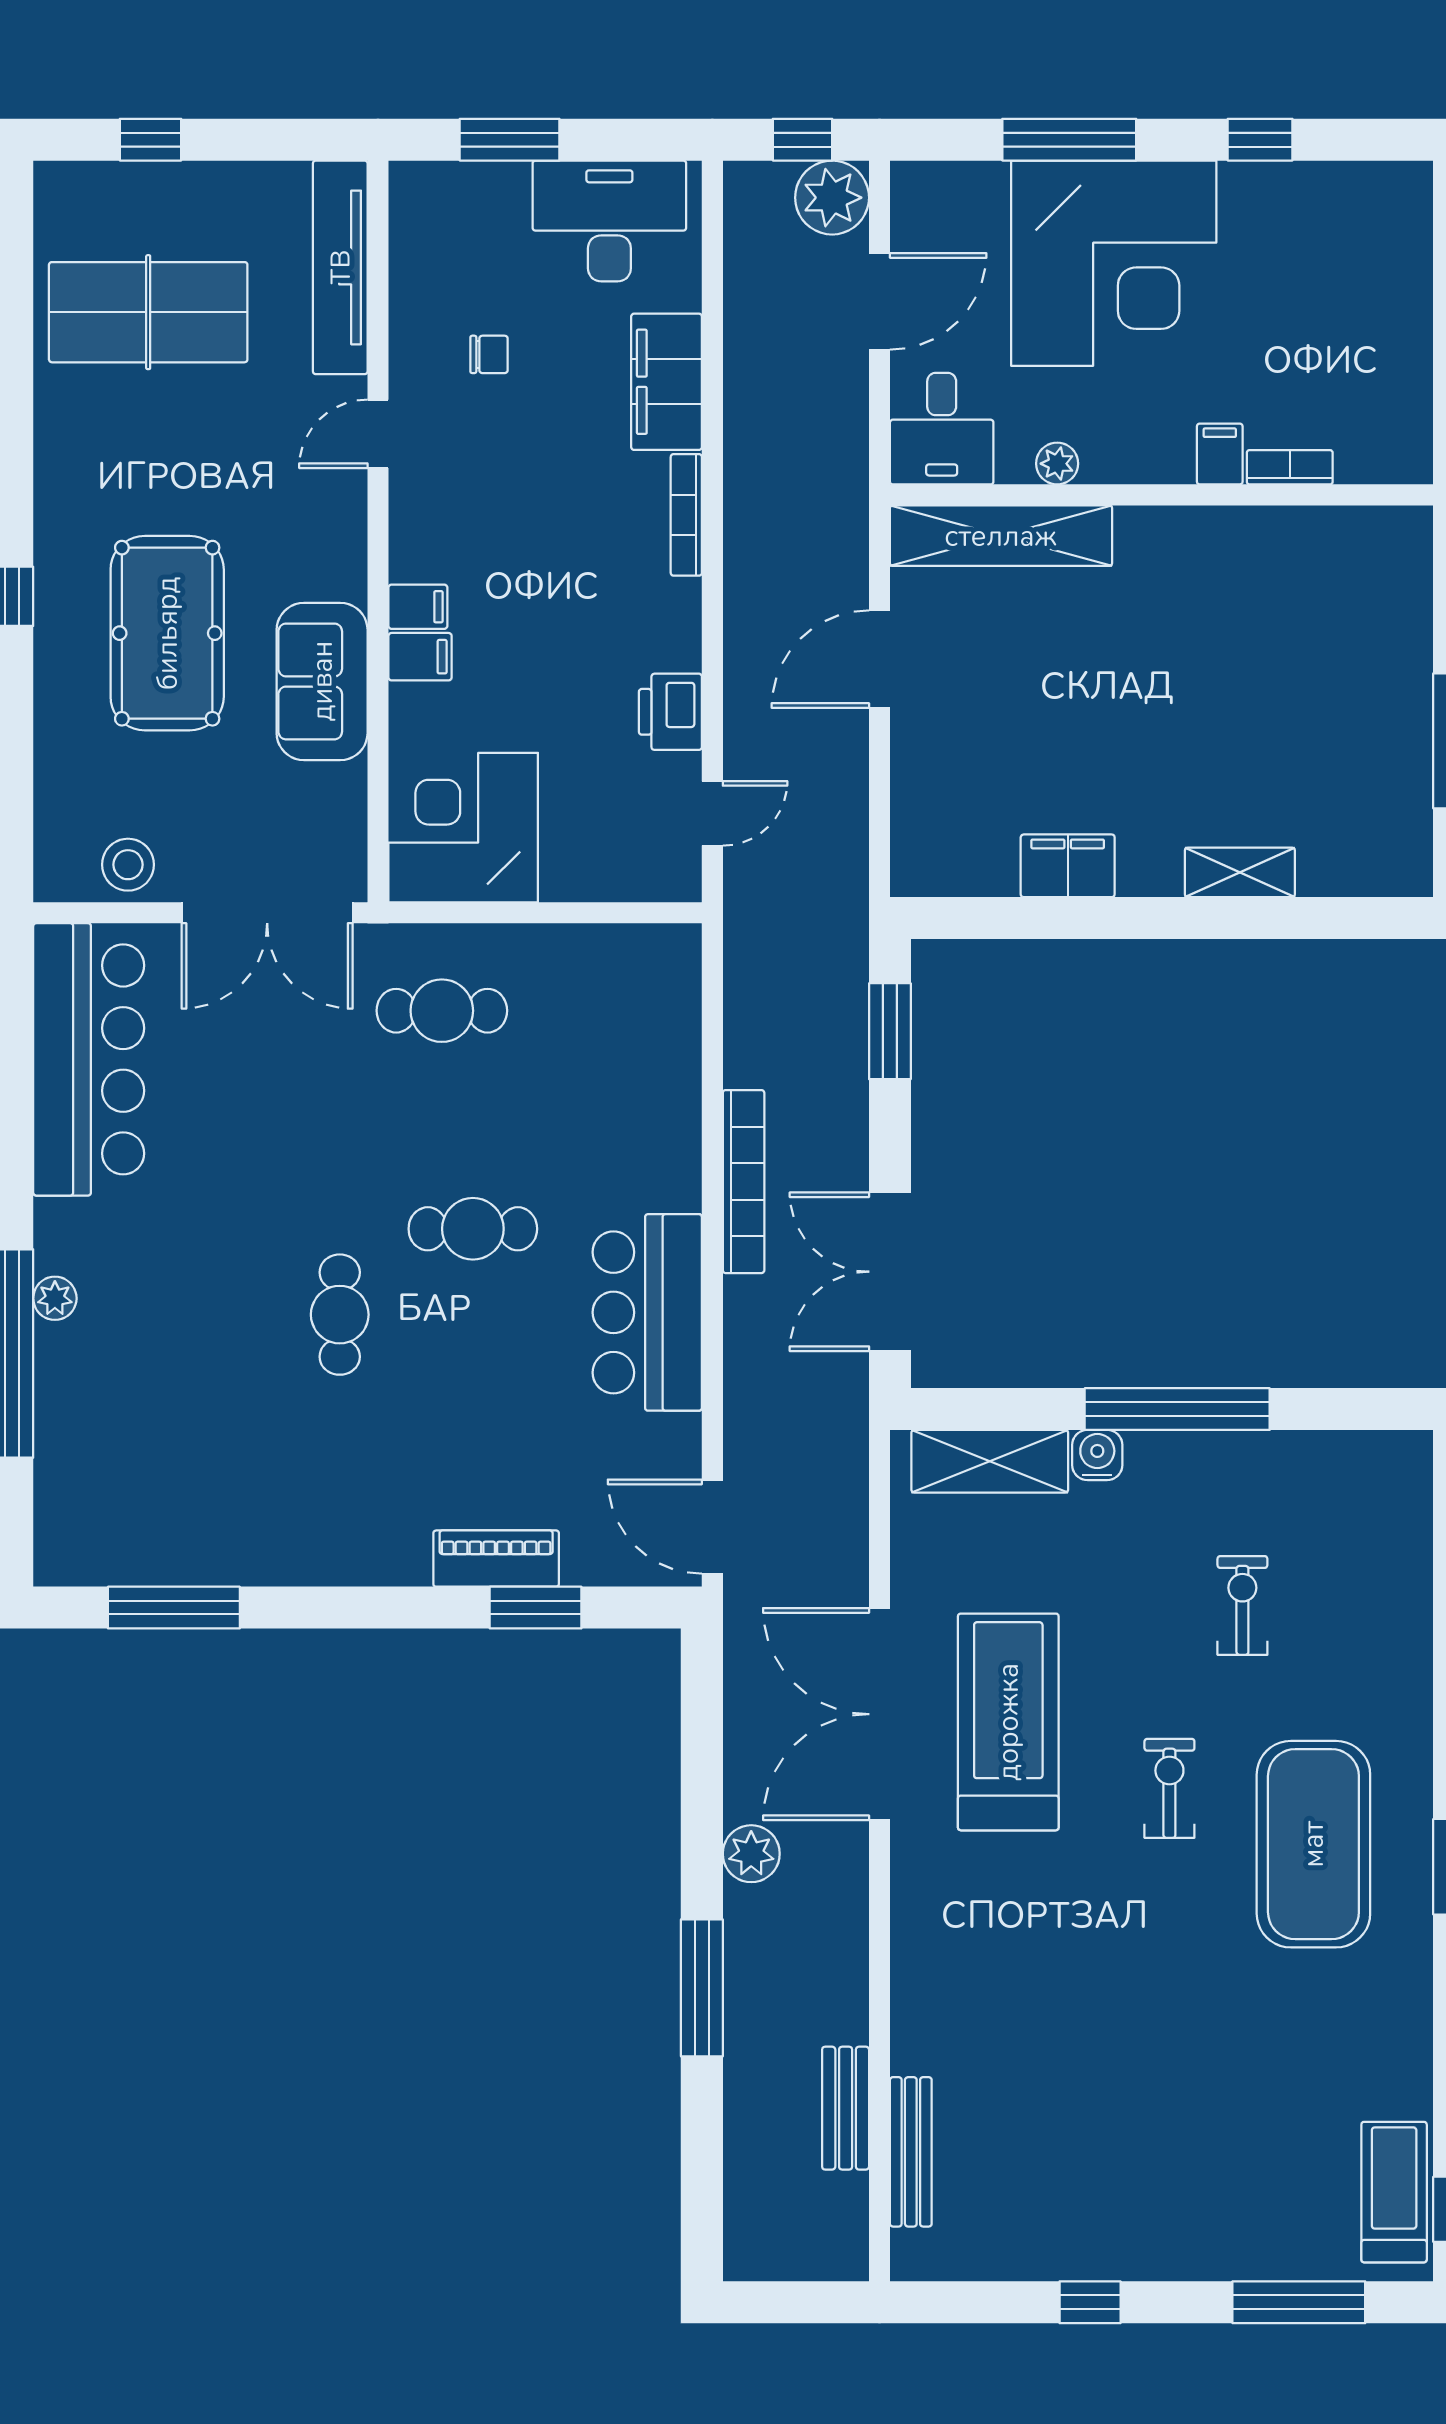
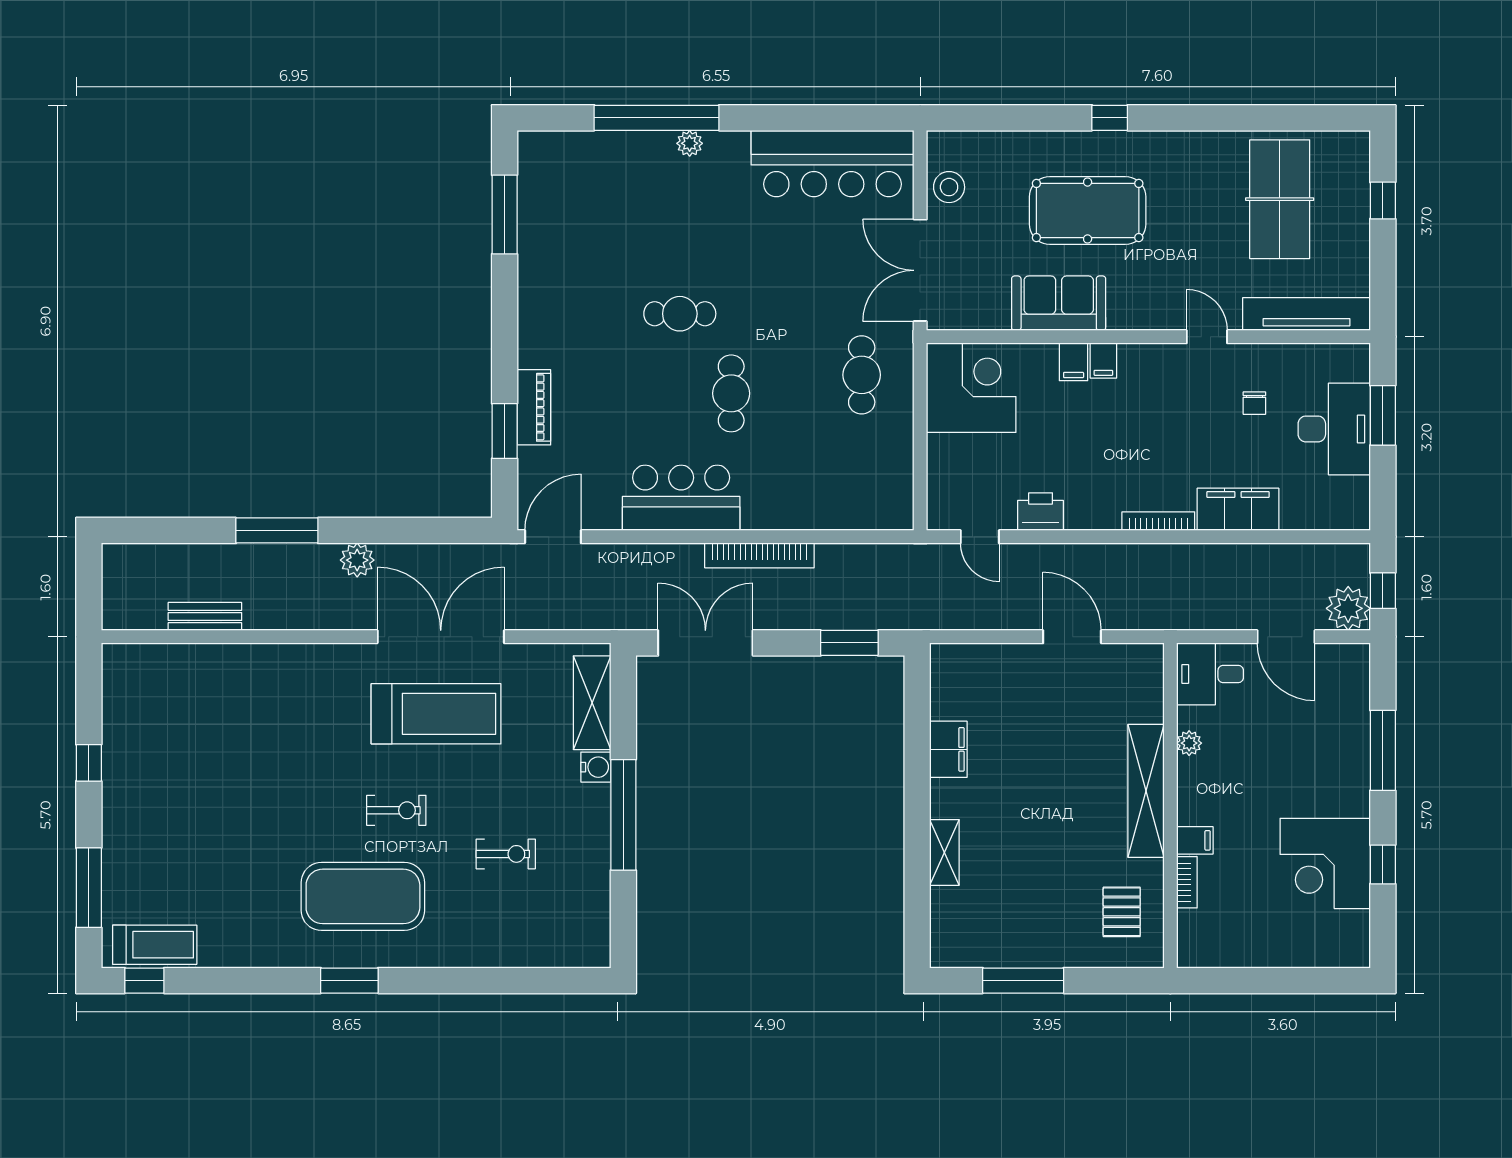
desk: (609, 221) -> (1334, 429), moved
corner desk: (1114, 263) -> (1325, 863), moved, width x0.74, depth x0.74
shelving: (1001, 536) -> (1146, 791), moved
pallet: (1339, 576) -> (1122, 912), added
bench: (911, 2152) -> (179, 656), removed

